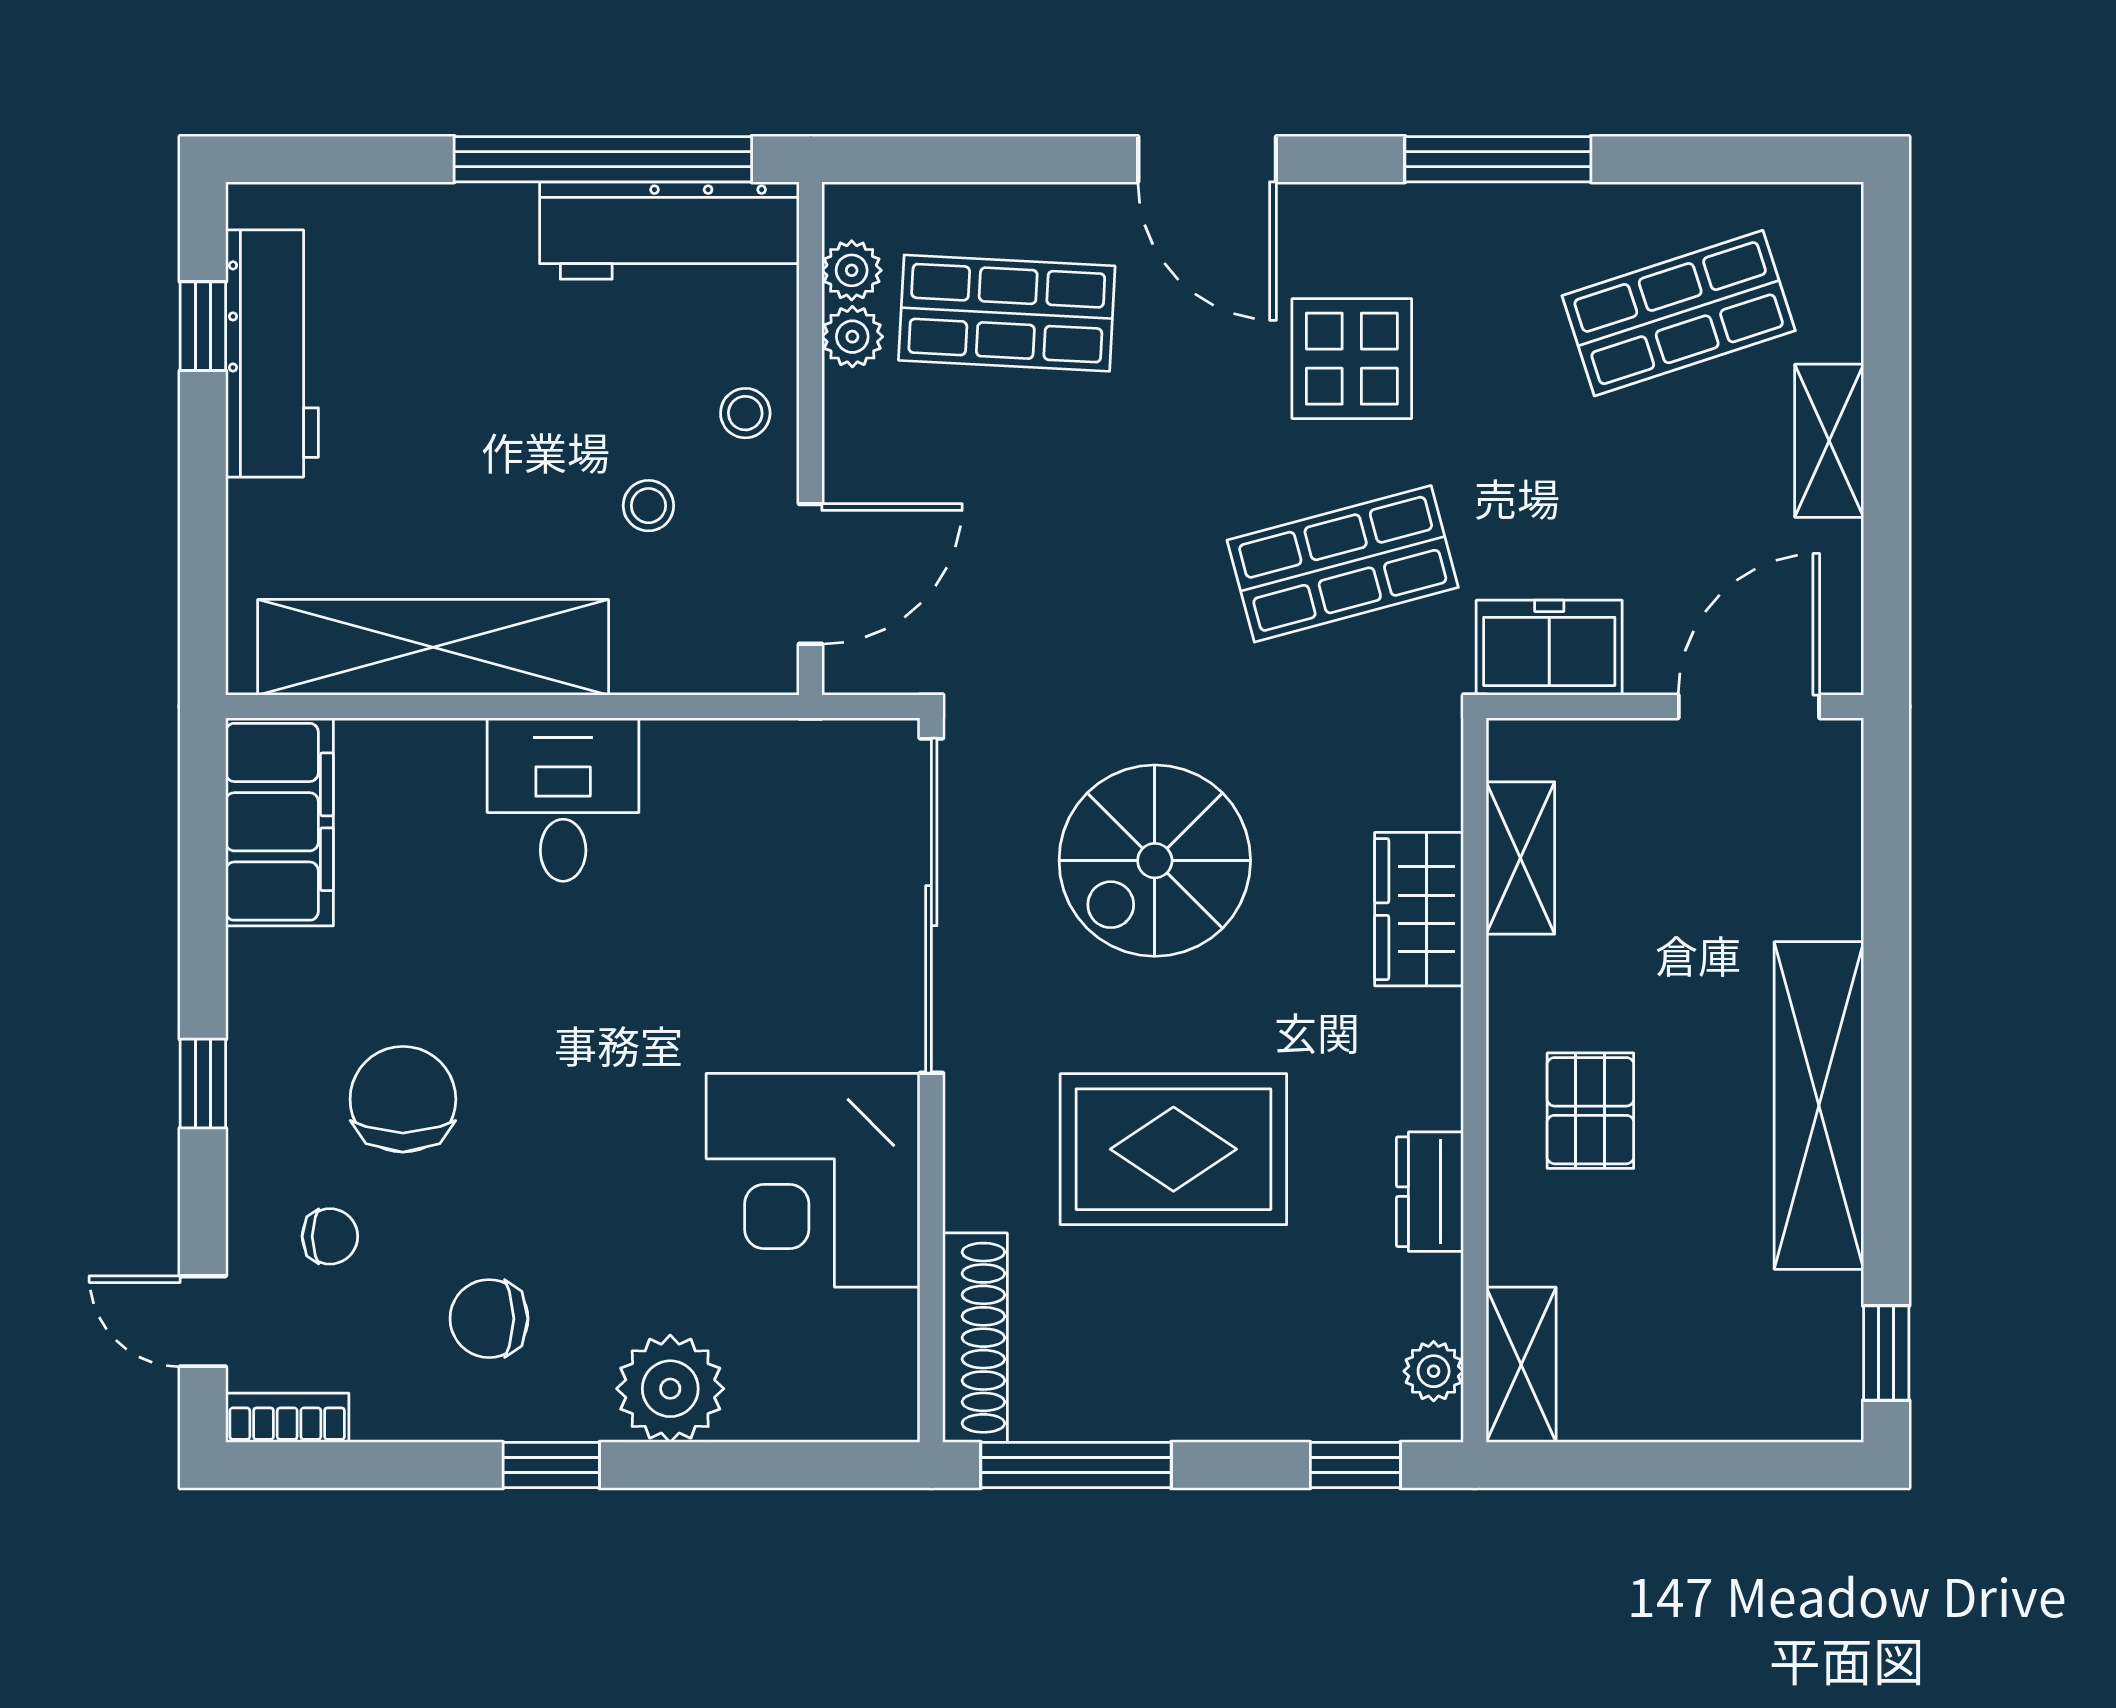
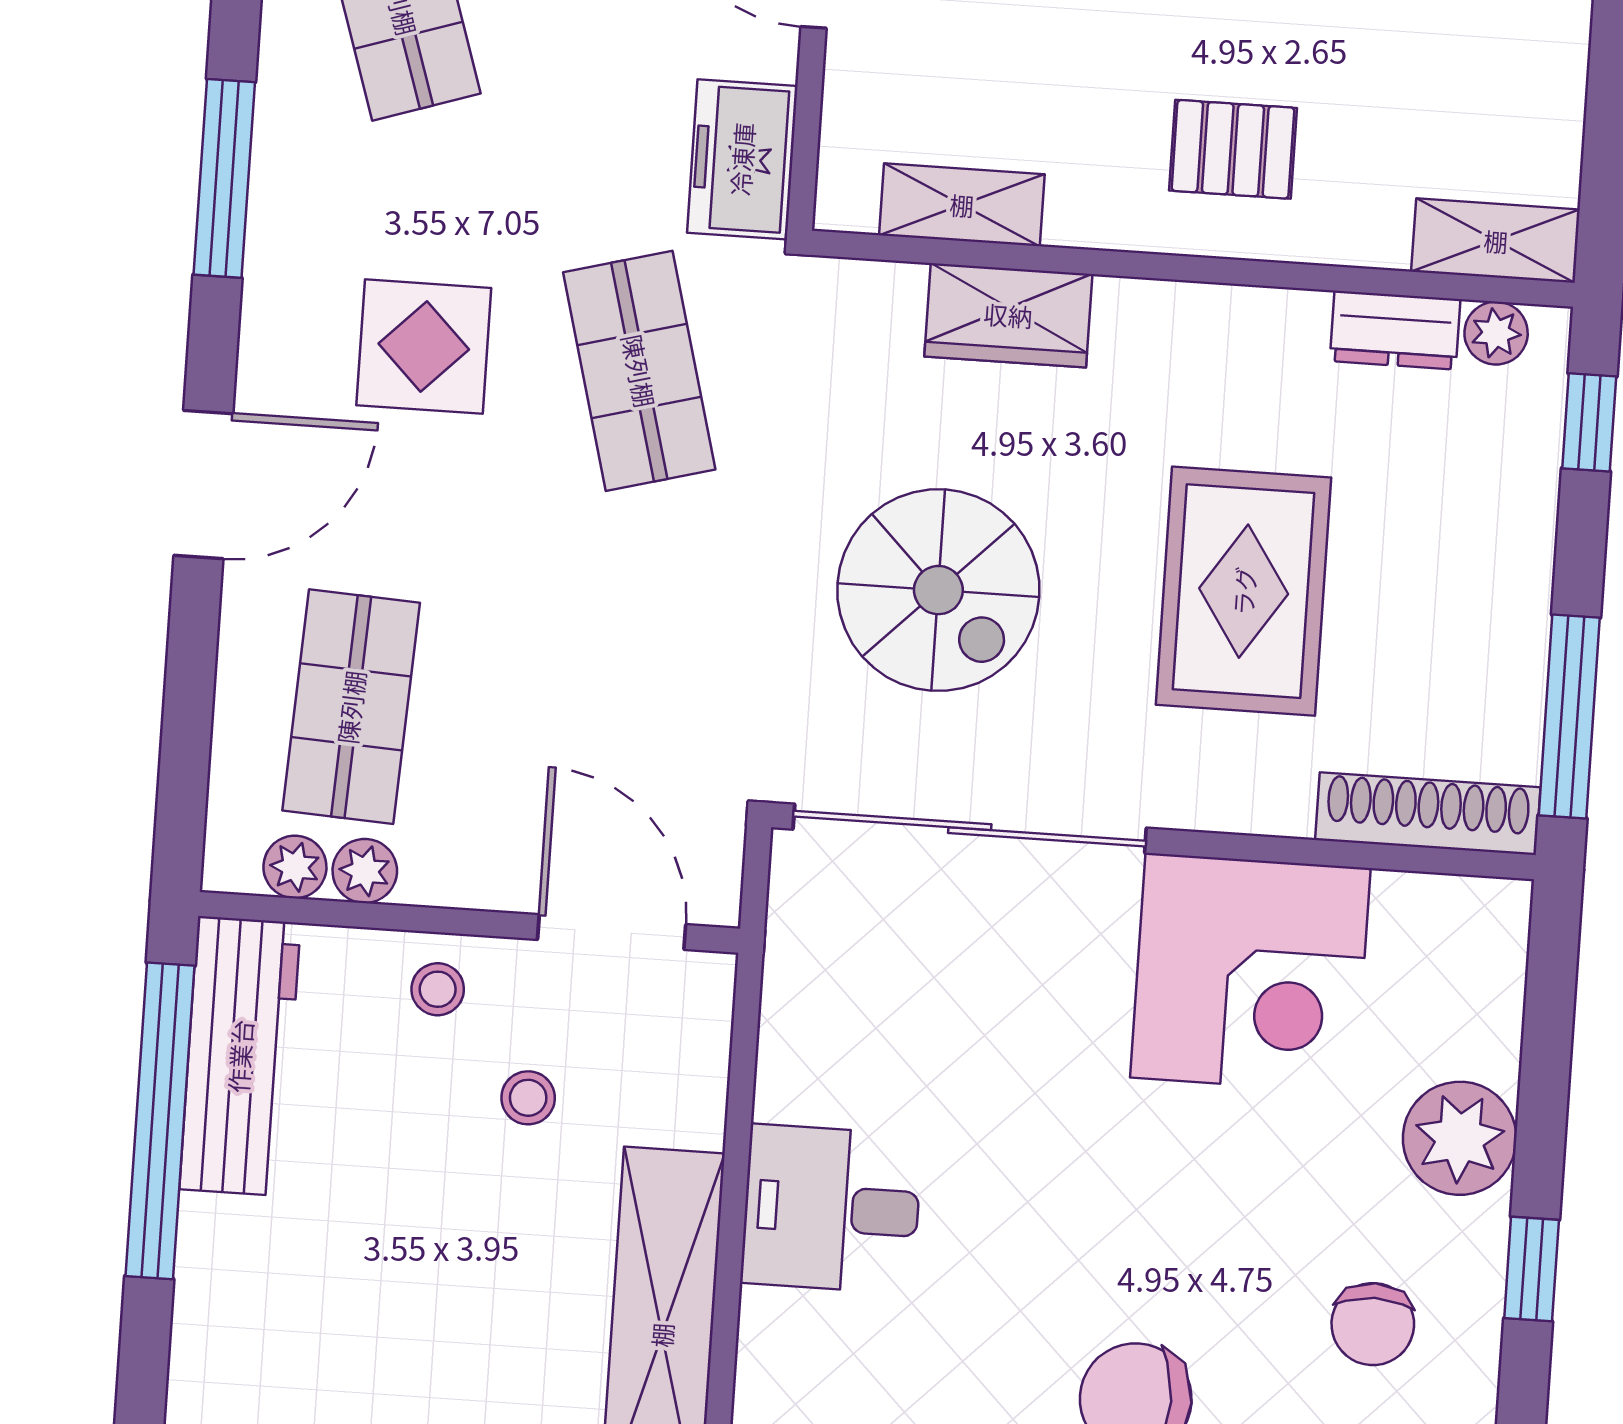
dresser: (1430, 1192) -> (1395, 330), moved

